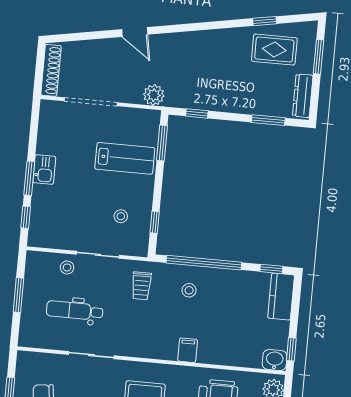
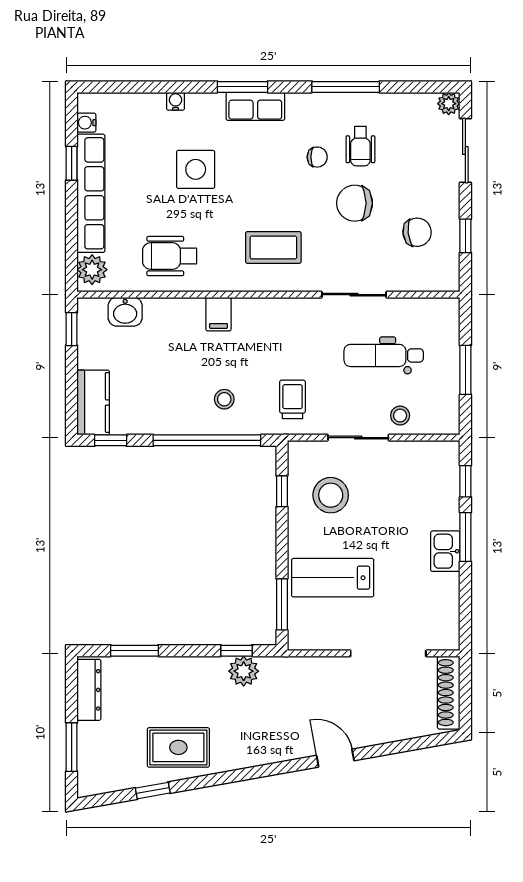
rug: (274, 50) -> (178, 747), moved
plant: (154, 95) -> (244, 671), moved
stool: (121, 216) -> (331, 495), width x1.89, depth x1.89
dental chair: (75, 311) -> (384, 355), turned 180
washbasin: (275, 360) -> (125, 312), moved

